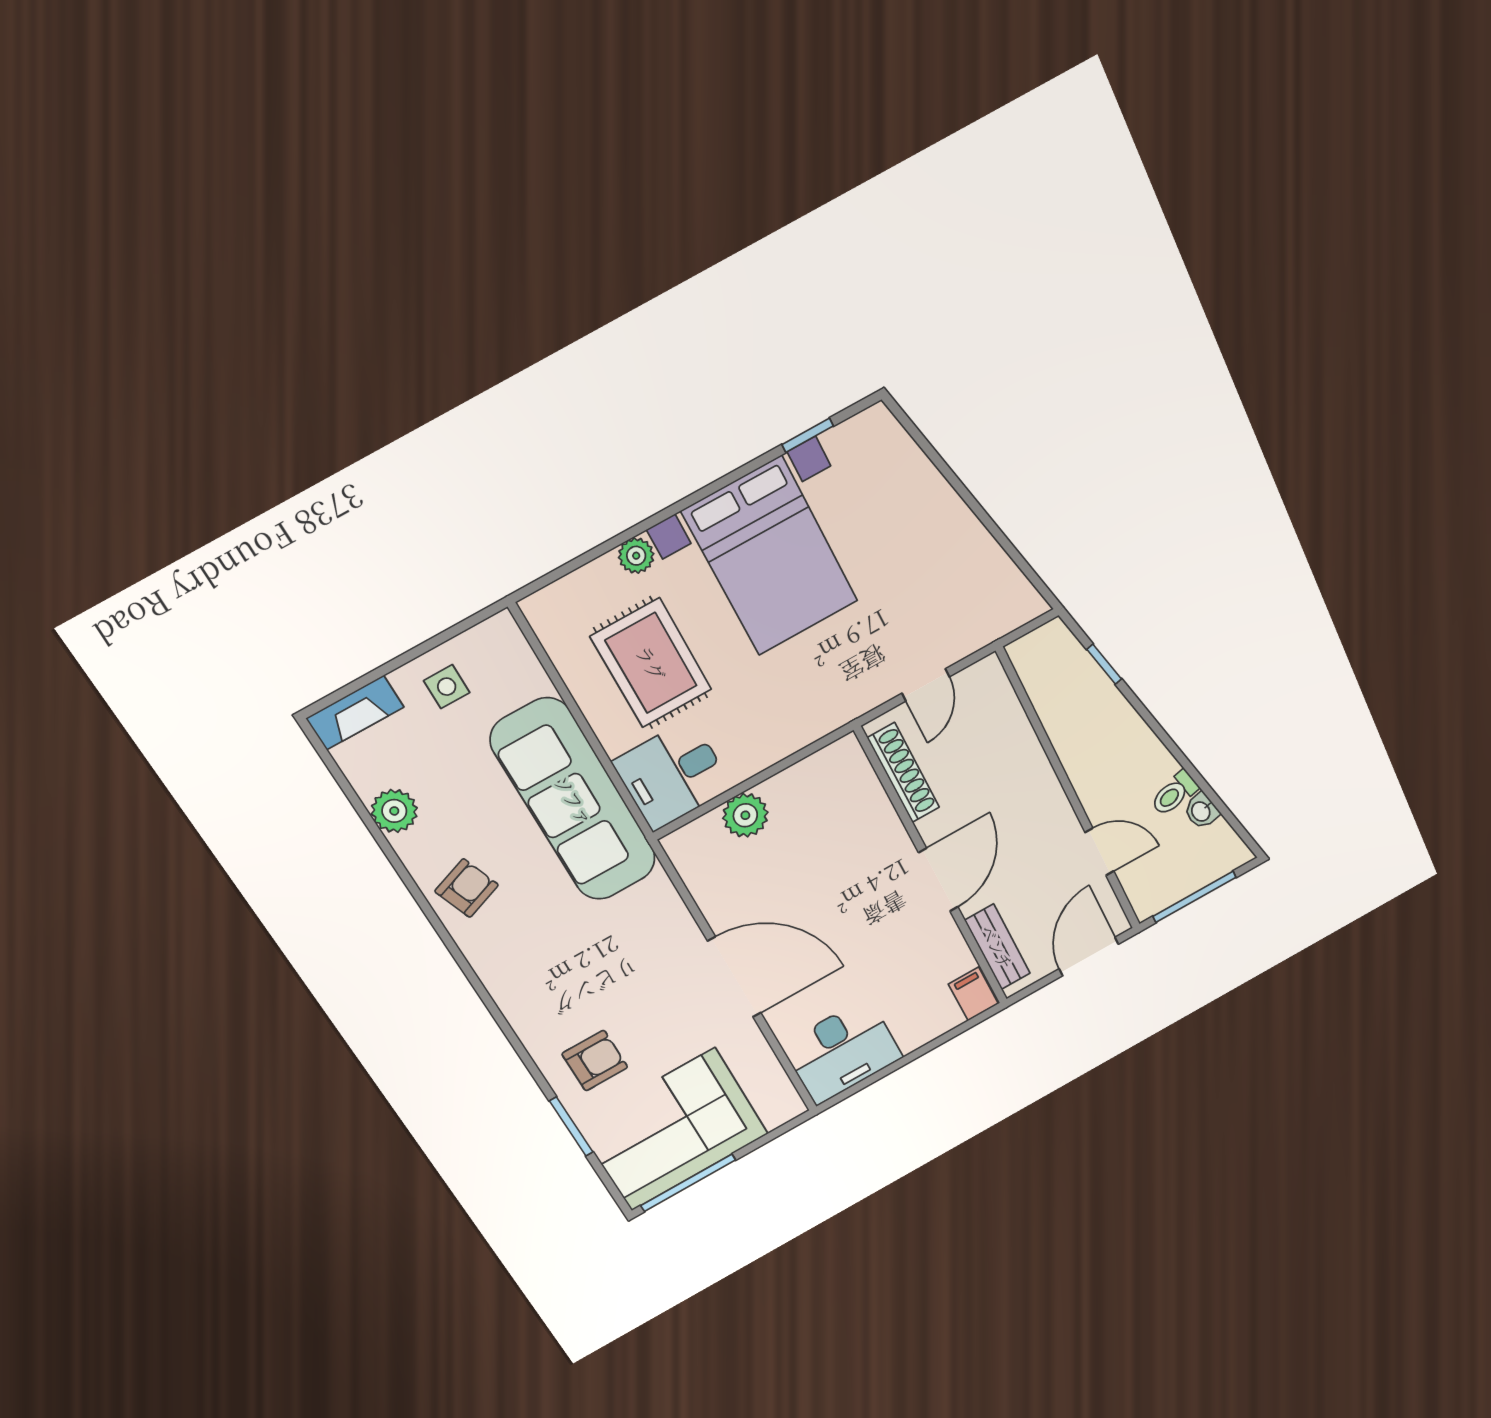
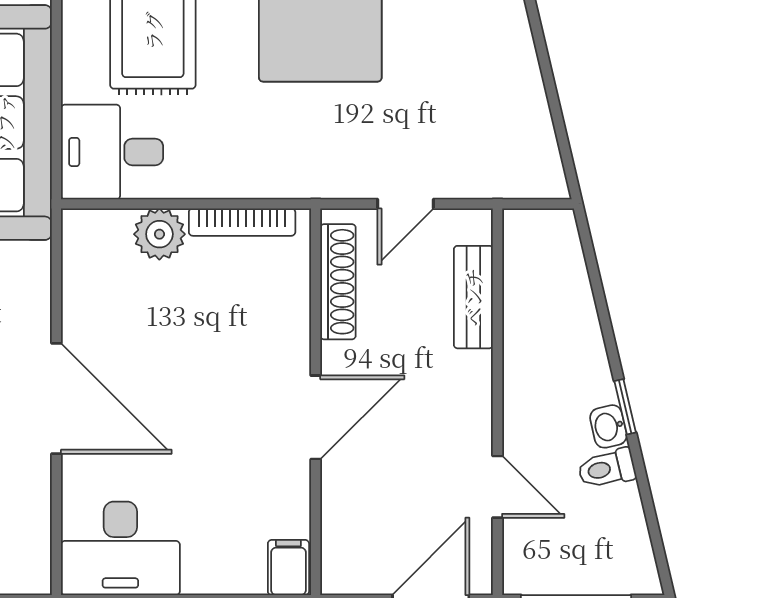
window: (1104, 664) -> (625, 407), moved
bookcase: (805, 770) -> (242, 222), added
washbasin: (1201, 811) -> (608, 426), moved
bench: (997, 947) -> (473, 297), moved

